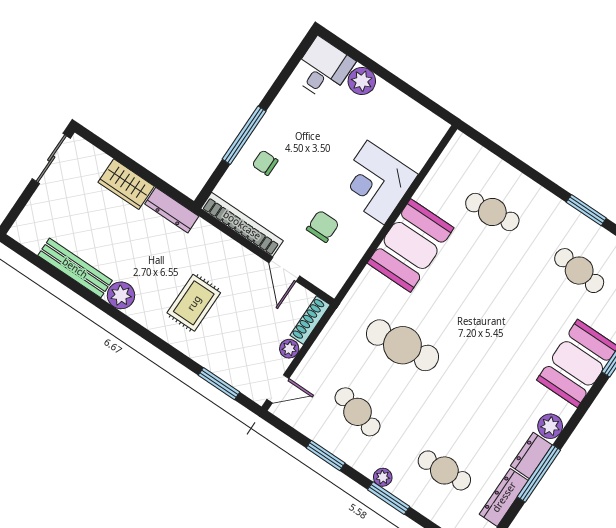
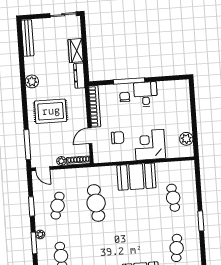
desk: (323, 69) -> (146, 94), moved, turned -90
plant: (362, 81) -> (186, 139), moved
window: (586, 210) -> (201, 221), moved
bench: (75, 268) -> (27, 38), moved
rug: (194, 303) -> (51, 111), width x1.36, depth x1.43
window: (219, 384) -> (27, 145), width x1.44

